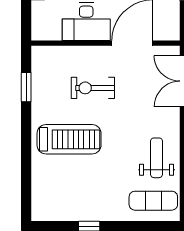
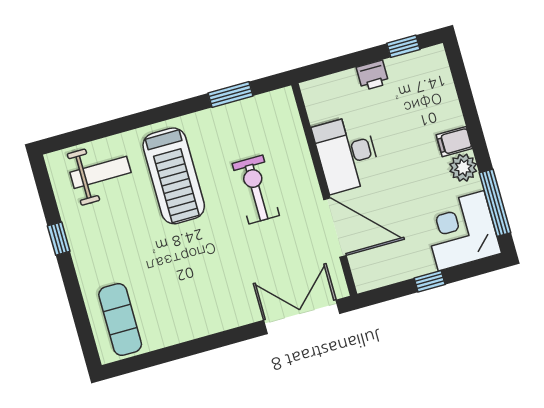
weight bench: (157, 158) -> (100, 172), moved

